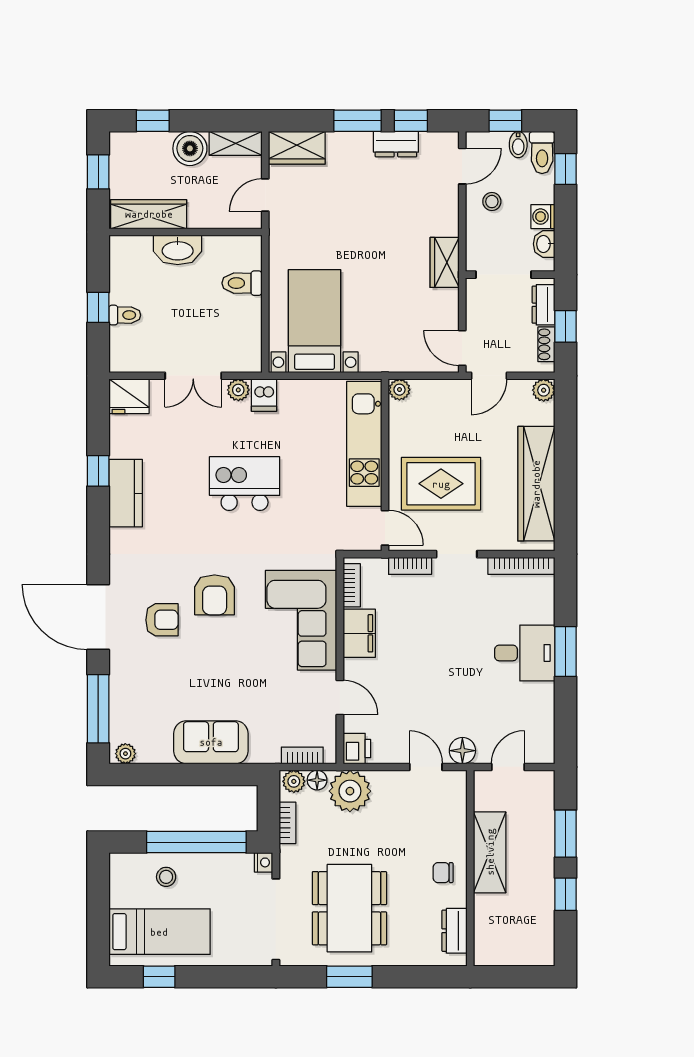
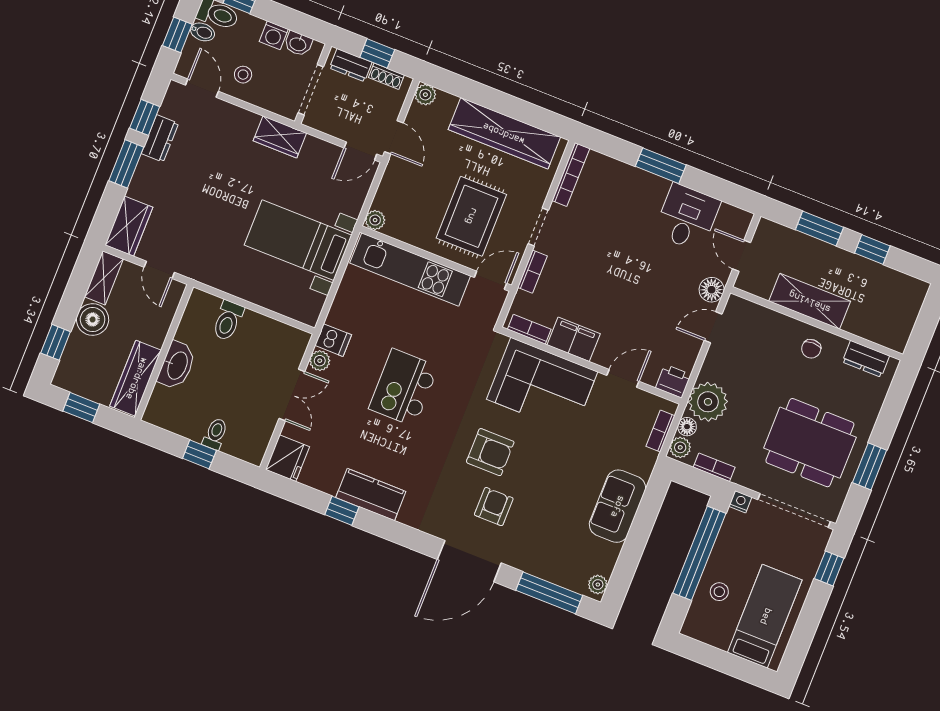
bed with nightstands: (315, 321) -> (298, 240), moved
desk: (525, 653) -> (687, 217), moved
window: (159, 977) -> (829, 568), moved

